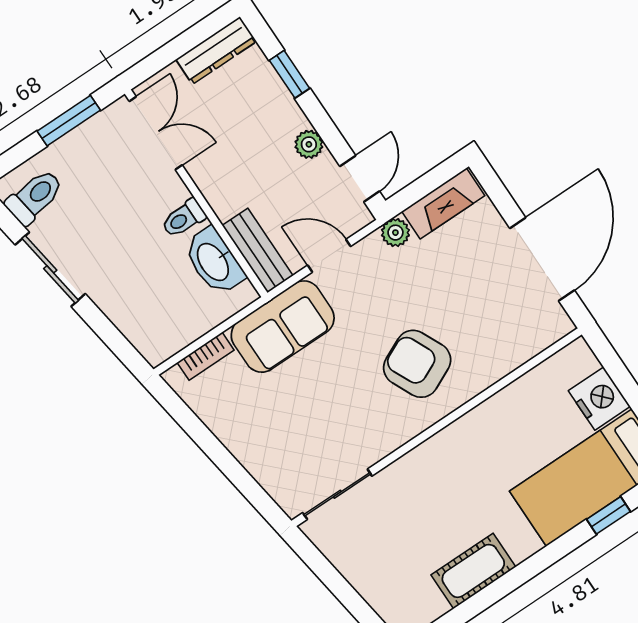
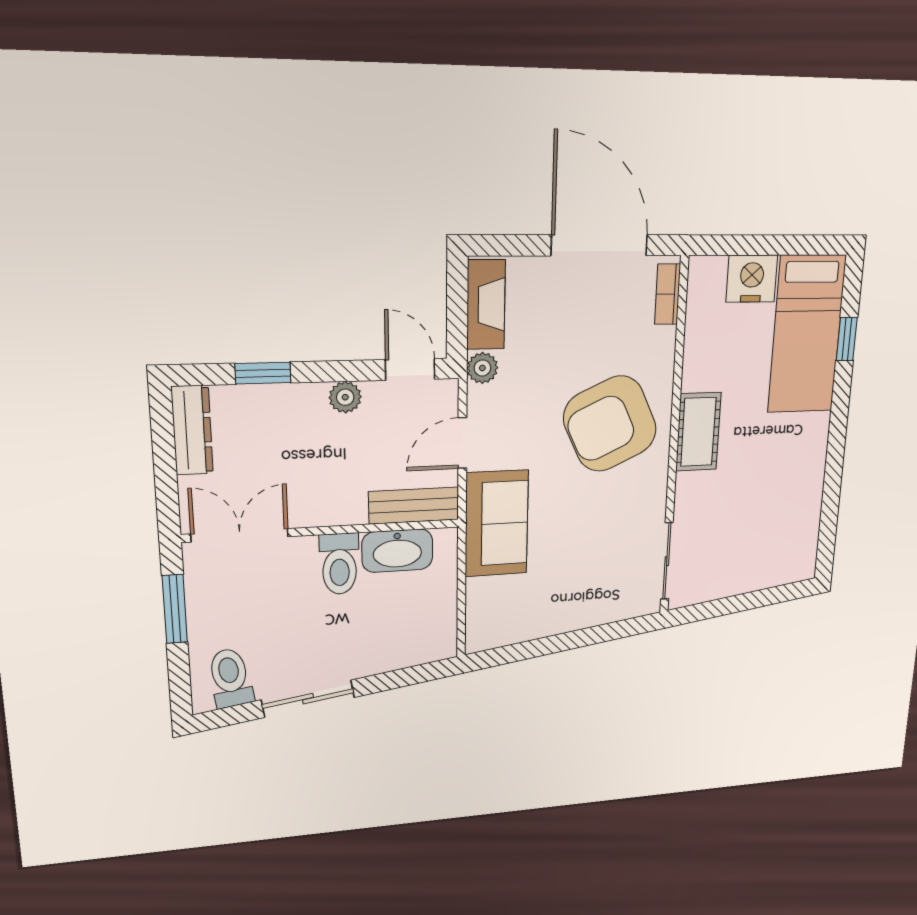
toilet: (184, 218) -> (339, 564), width x1.37, depth x1.39
bookcase: (206, 356) -> (668, 294), moved, turned 180
armchair: (417, 364) -> (610, 424), width x1.36, depth x1.36
cot: (473, 571) -> (698, 432), moved

